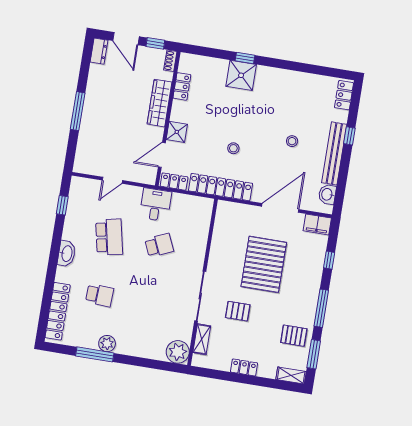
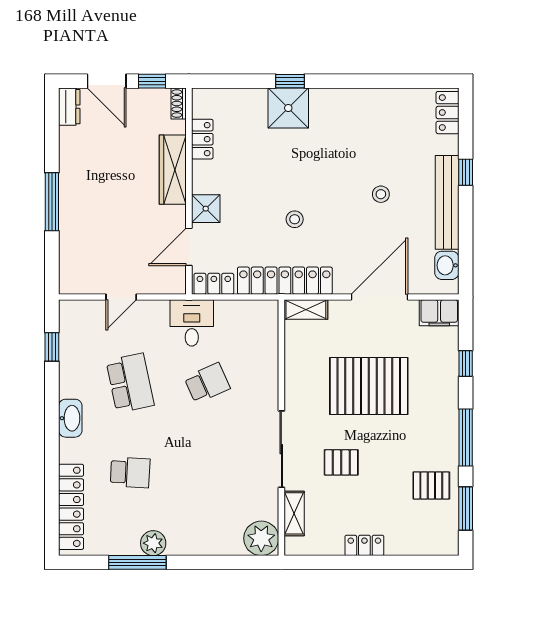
pallet: (264, 264) -> (369, 386), turned 90
shelving: (291, 376) -> (306, 310), moved

